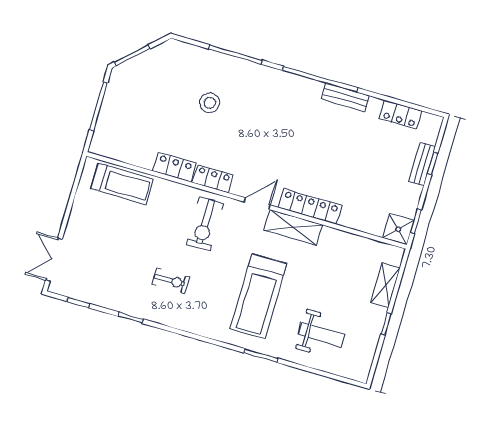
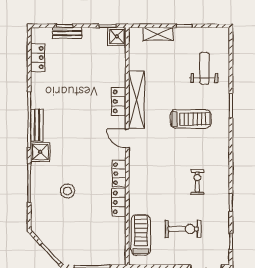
shower: (273, 81) -> (40, 152), added
bench: (345, 97) -> (37, 125), moved
locker: (310, 206) -> (119, 101), width x0.66
exercise bike: (205, 224) -> (183, 229), moved
shelving: (293, 227) -> (136, 100), width x1.47
treadmill: (258, 296) -> (191, 119), width x0.73, depth x0.73

